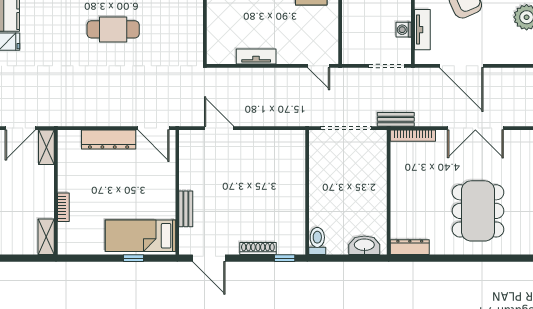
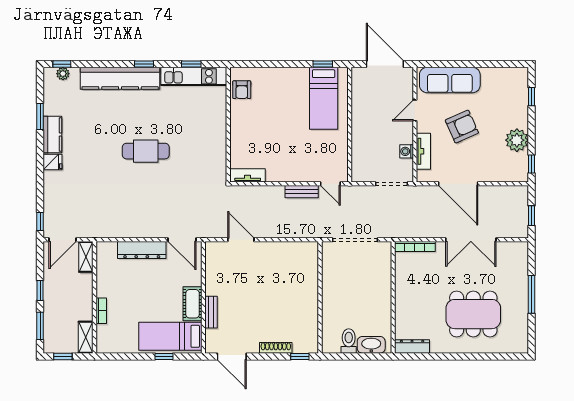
tv unit: (256, 57) -> (248, 175), moved
bench: (396, 119) -> (302, 192), moved
cot: (165, 200) -> (193, 304), added
dining table: (478, 211) -> (473, 314), turned 90
toilet: (317, 241) -> (349, 341), moved
window: (21, 258) -> (63, 356), added

